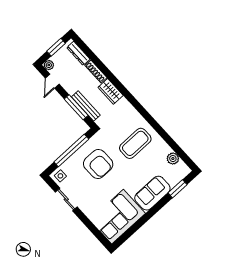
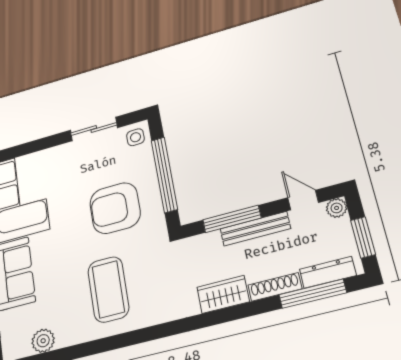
window: (91, 54) -> (313, 294), added
bench: (86, 106) -> (255, 229), moved

